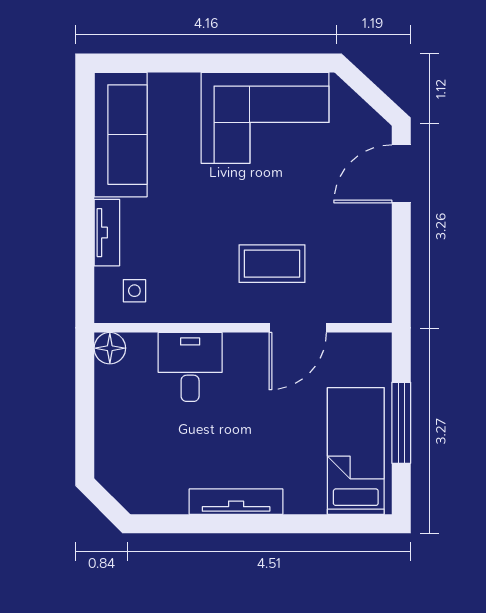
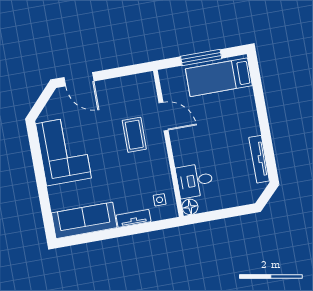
desk: (190, 367) -> (195, 181), moved
tv unit: (236, 502) -> (259, 159), moved

